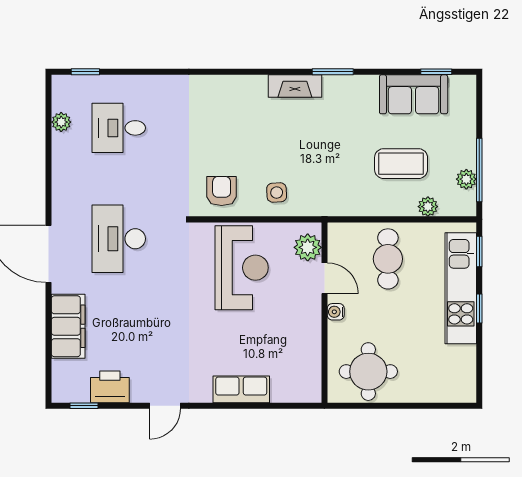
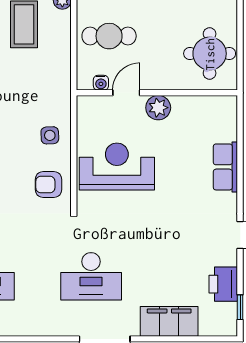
plant: (308, 247) -> (158, 108), moved
water cooler: (336, 312) -> (101, 83), moved

